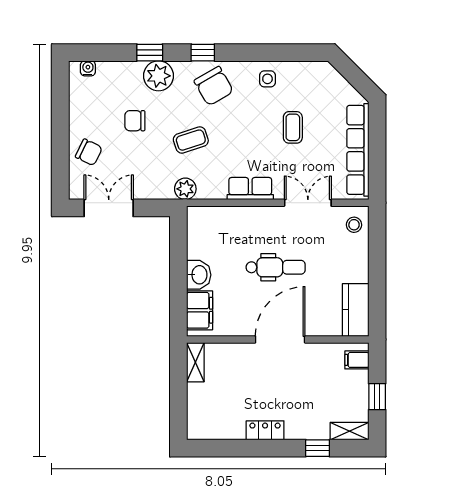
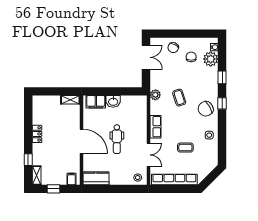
plant: (159, 76) -> (211, 59), moved
chair: (135, 121) -> (191, 57), moved

